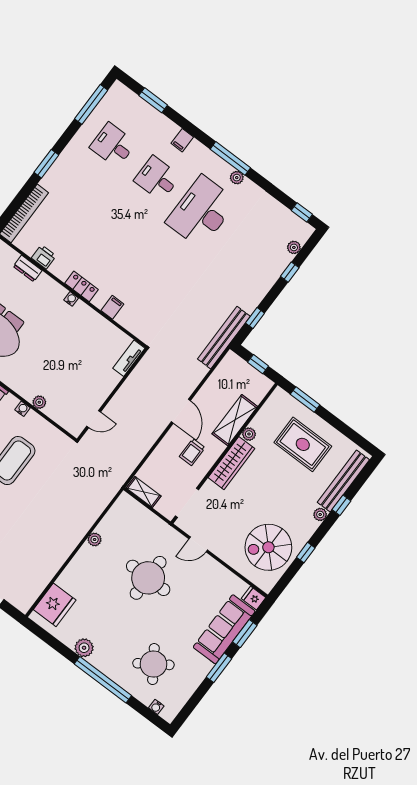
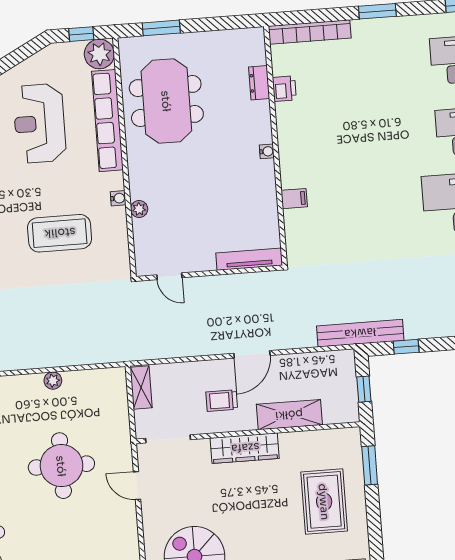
locker: (82, 286) -> (288, 151), removed
tv unit: (129, 358) -> (249, 259), width x1.41
plant: (249, 434) -> (288, 440), removed

